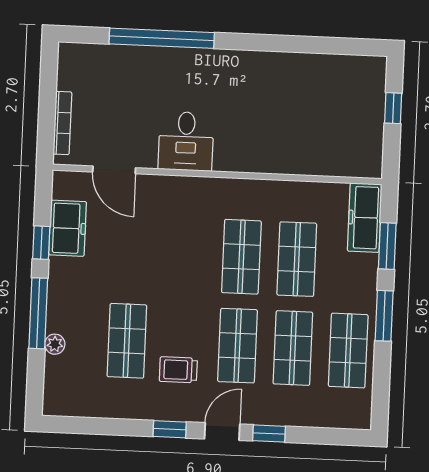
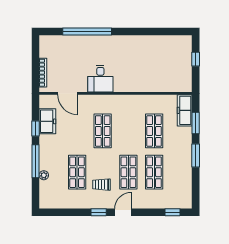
shop shelf: (241, 257) -> (103, 131), moved
shop shelf: (348, 350) -> (180, 172), removed
window: (269, 434) -> (173, 212), moved

